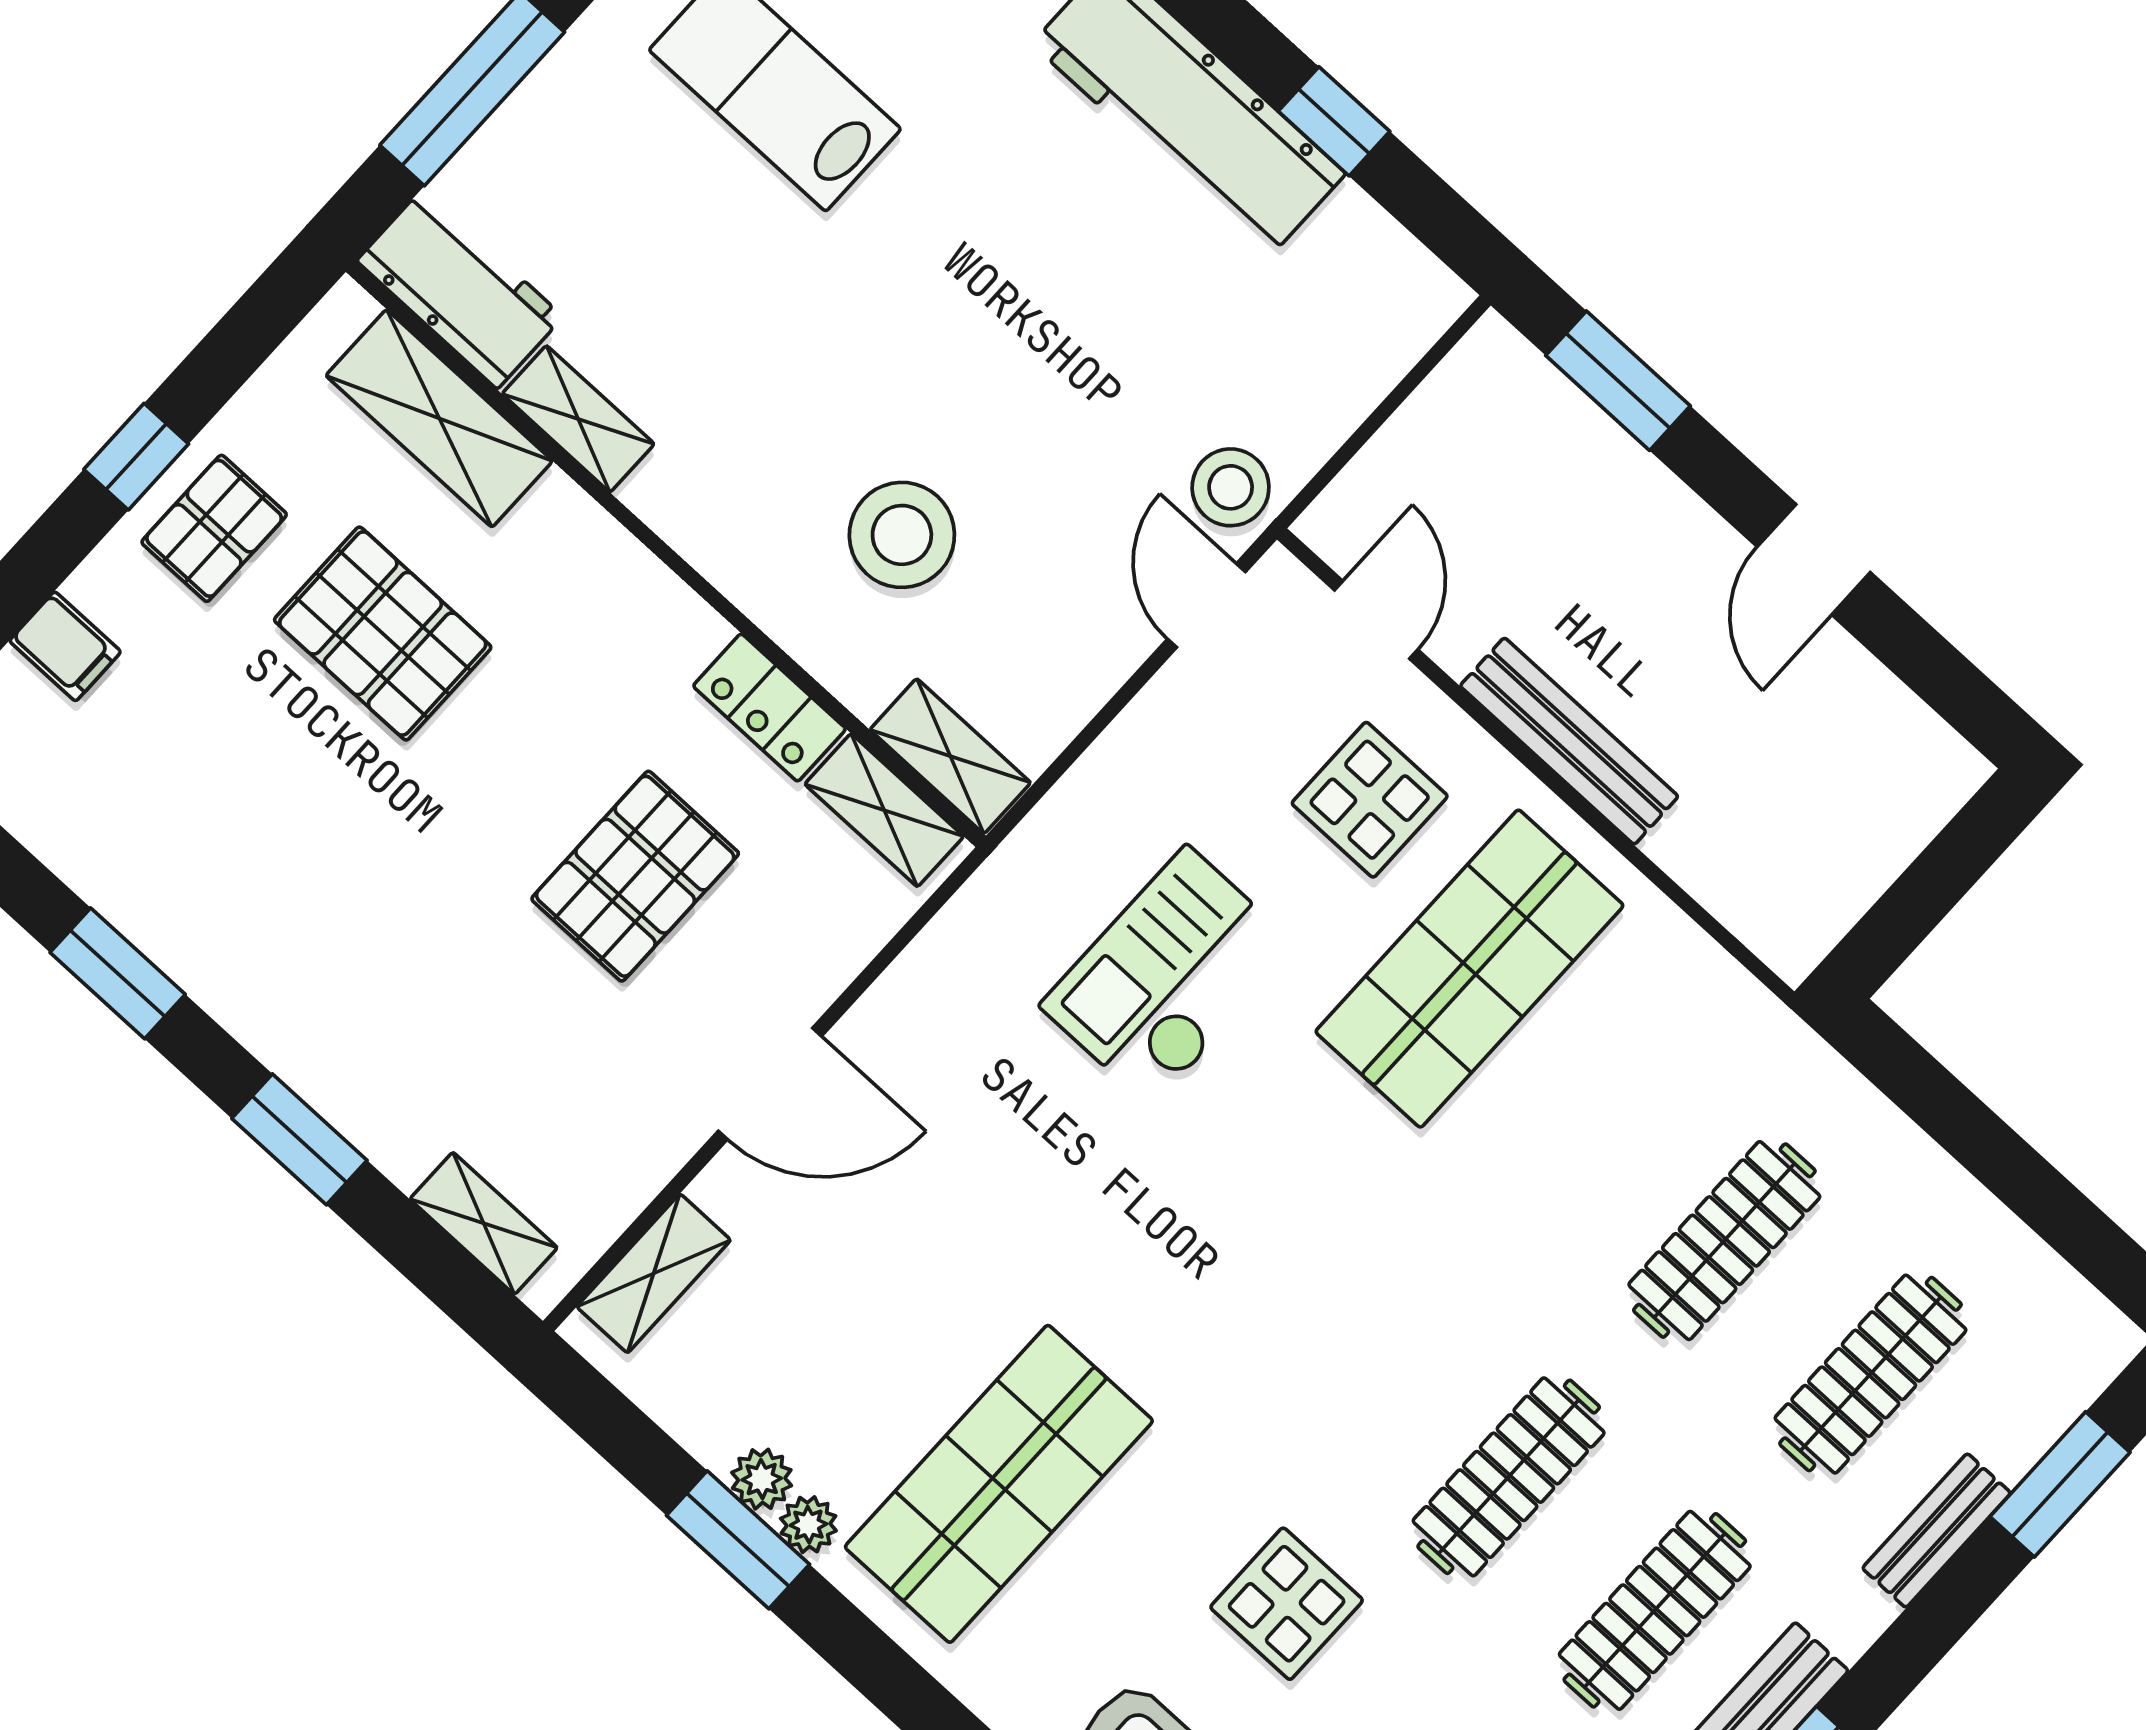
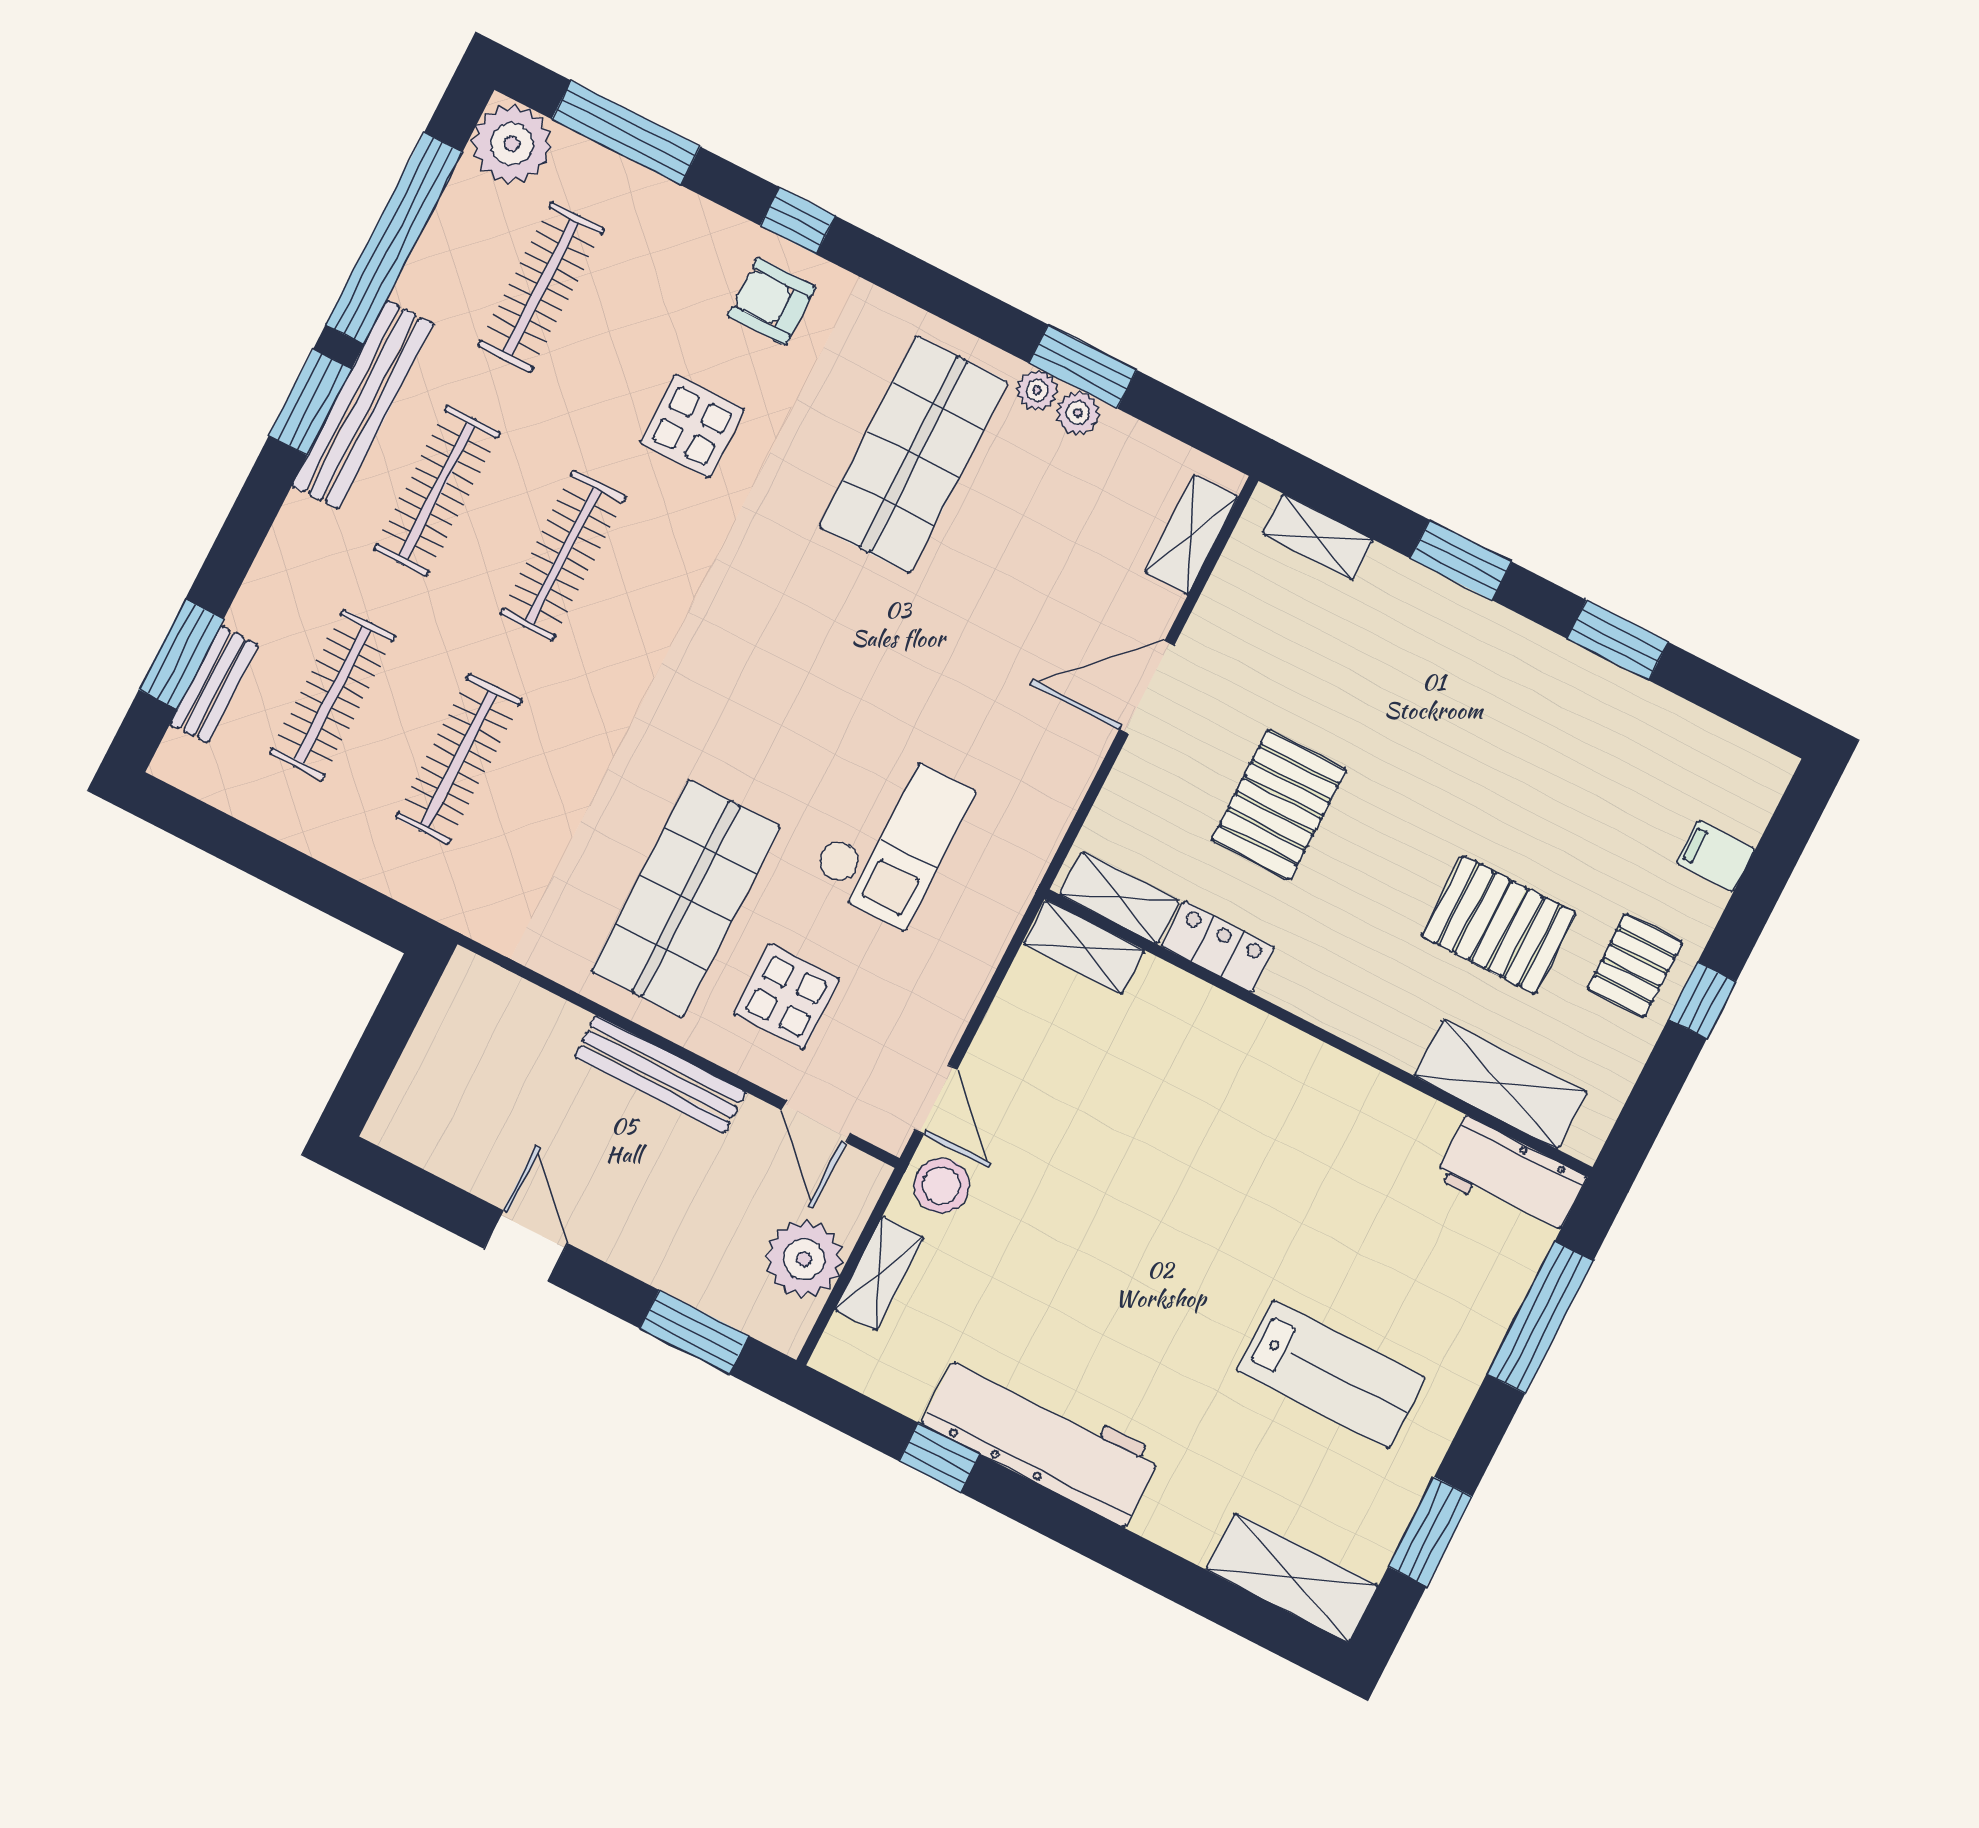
shelving: (578, 419) -> (879, 1274), moved, turned 90
plant: (1443, 439) -> (804, 1259), added
stool: (902, 535) -> (1159, 1091), removed
bench: (1937, 1531) -> (214, 684), moved

